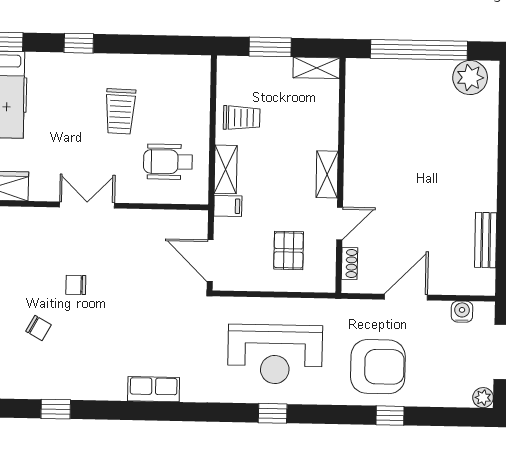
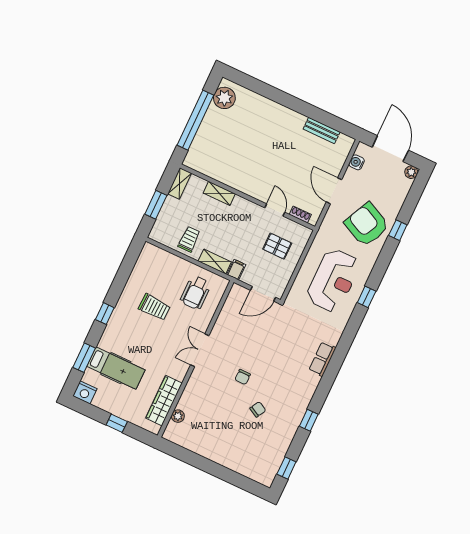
shelving: (327, 174) -> (219, 193), moved
armchair: (378, 367) -> (367, 225), turned -64

